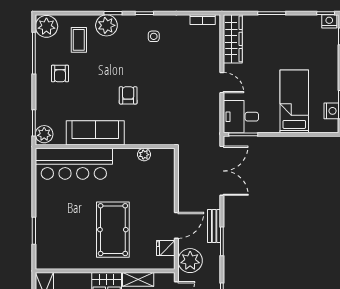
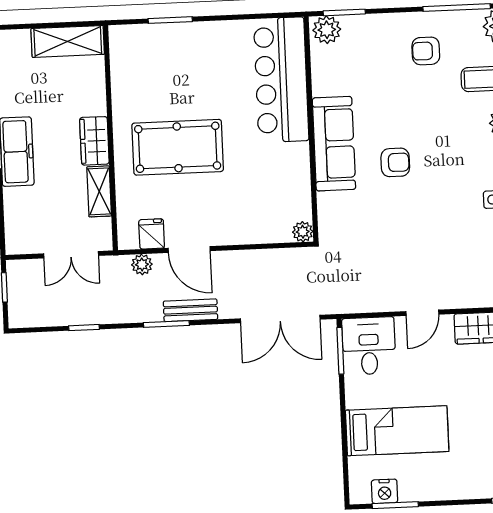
sofa: (95, 133) -> (334, 144), moved
plant: (144, 155) -> (303, 232), moved
plant: (190, 261) -> (142, 264), width x0.53, depth x0.53

